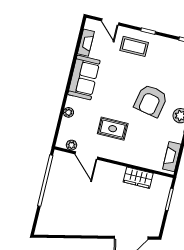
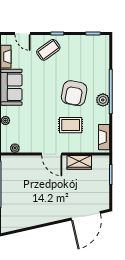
coffee table: (134, 46) -> (48, 50), turned -36
rug: (113, 129) -> (71, 125), moved
door: (86, 155) -> (52, 154), moved

